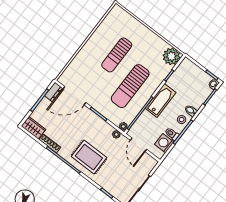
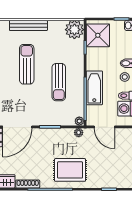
bench: (140, 27) -> (28, 25), added
sun lounger: (117, 55) -> (27, 64), turned 180
shower: (185, 74) -> (98, 35), added
sun lounger: (130, 86) -> (59, 82), width x0.73, depth x0.75
bathtub: (161, 100) -> (94, 88), moved

